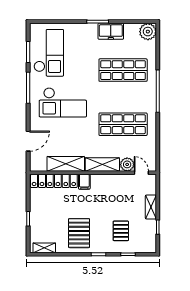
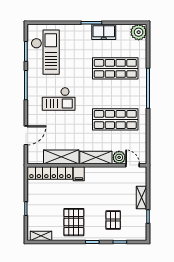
checkout: (63, 102) -> (59, 99), width x0.73, depth x0.83

